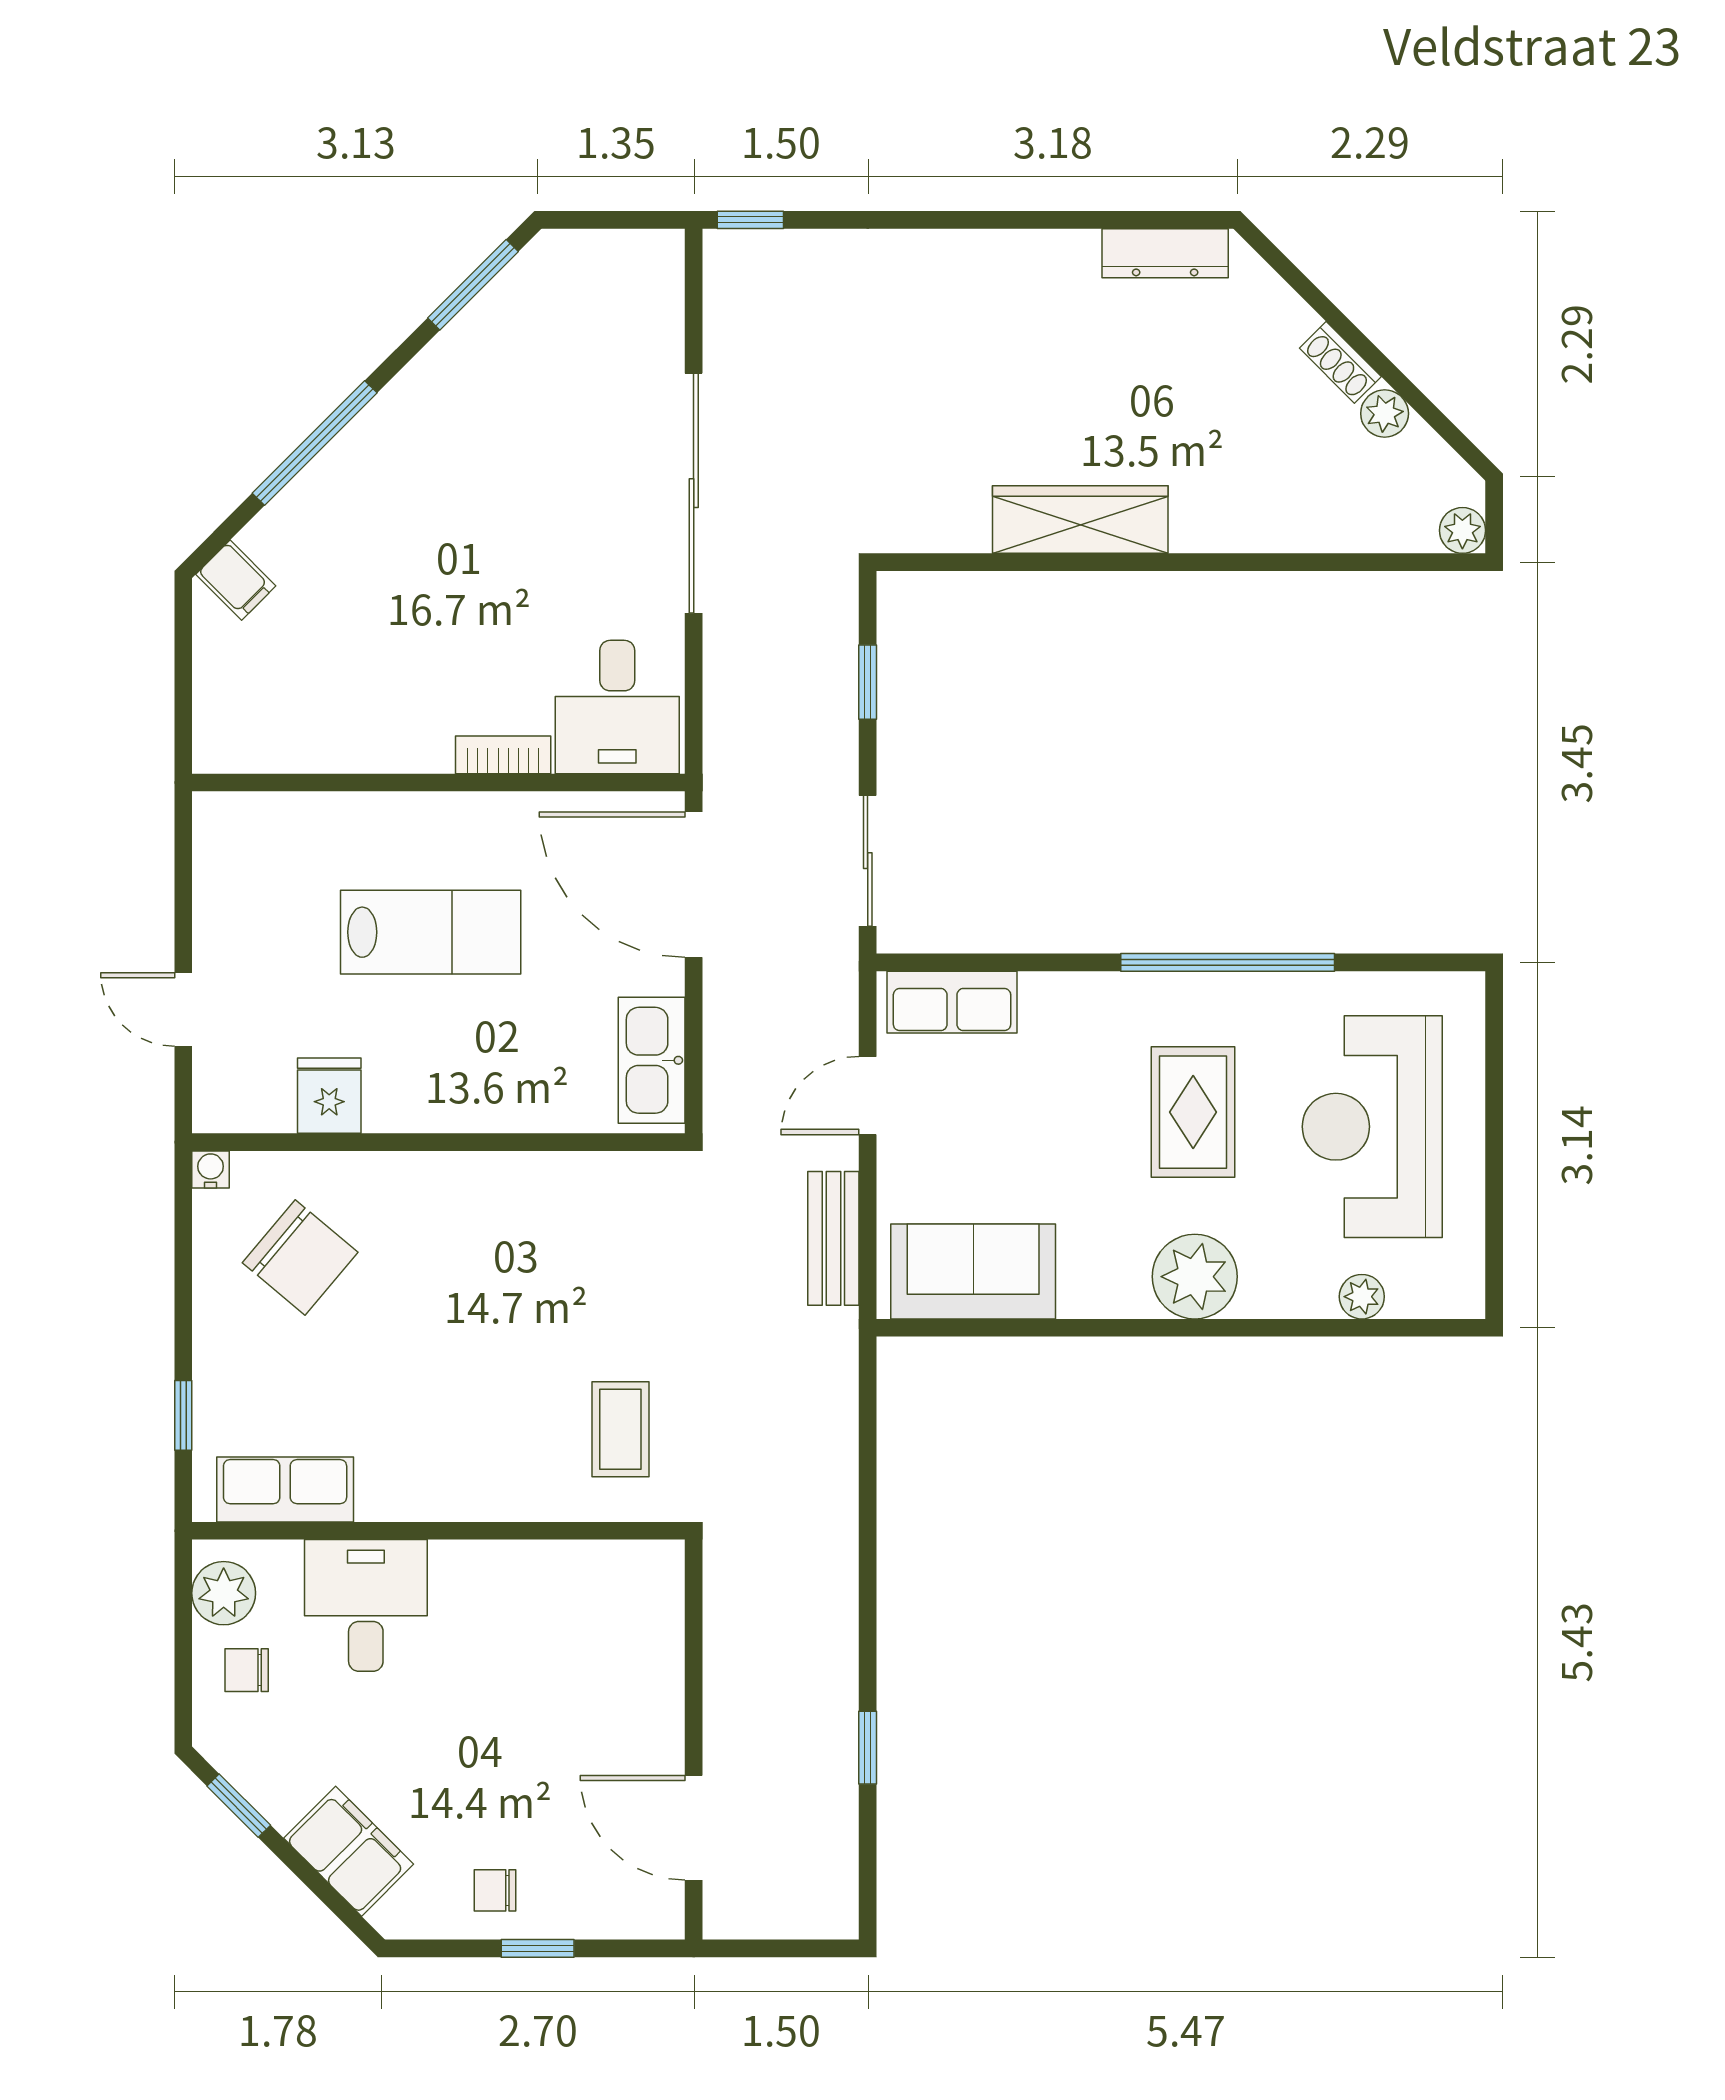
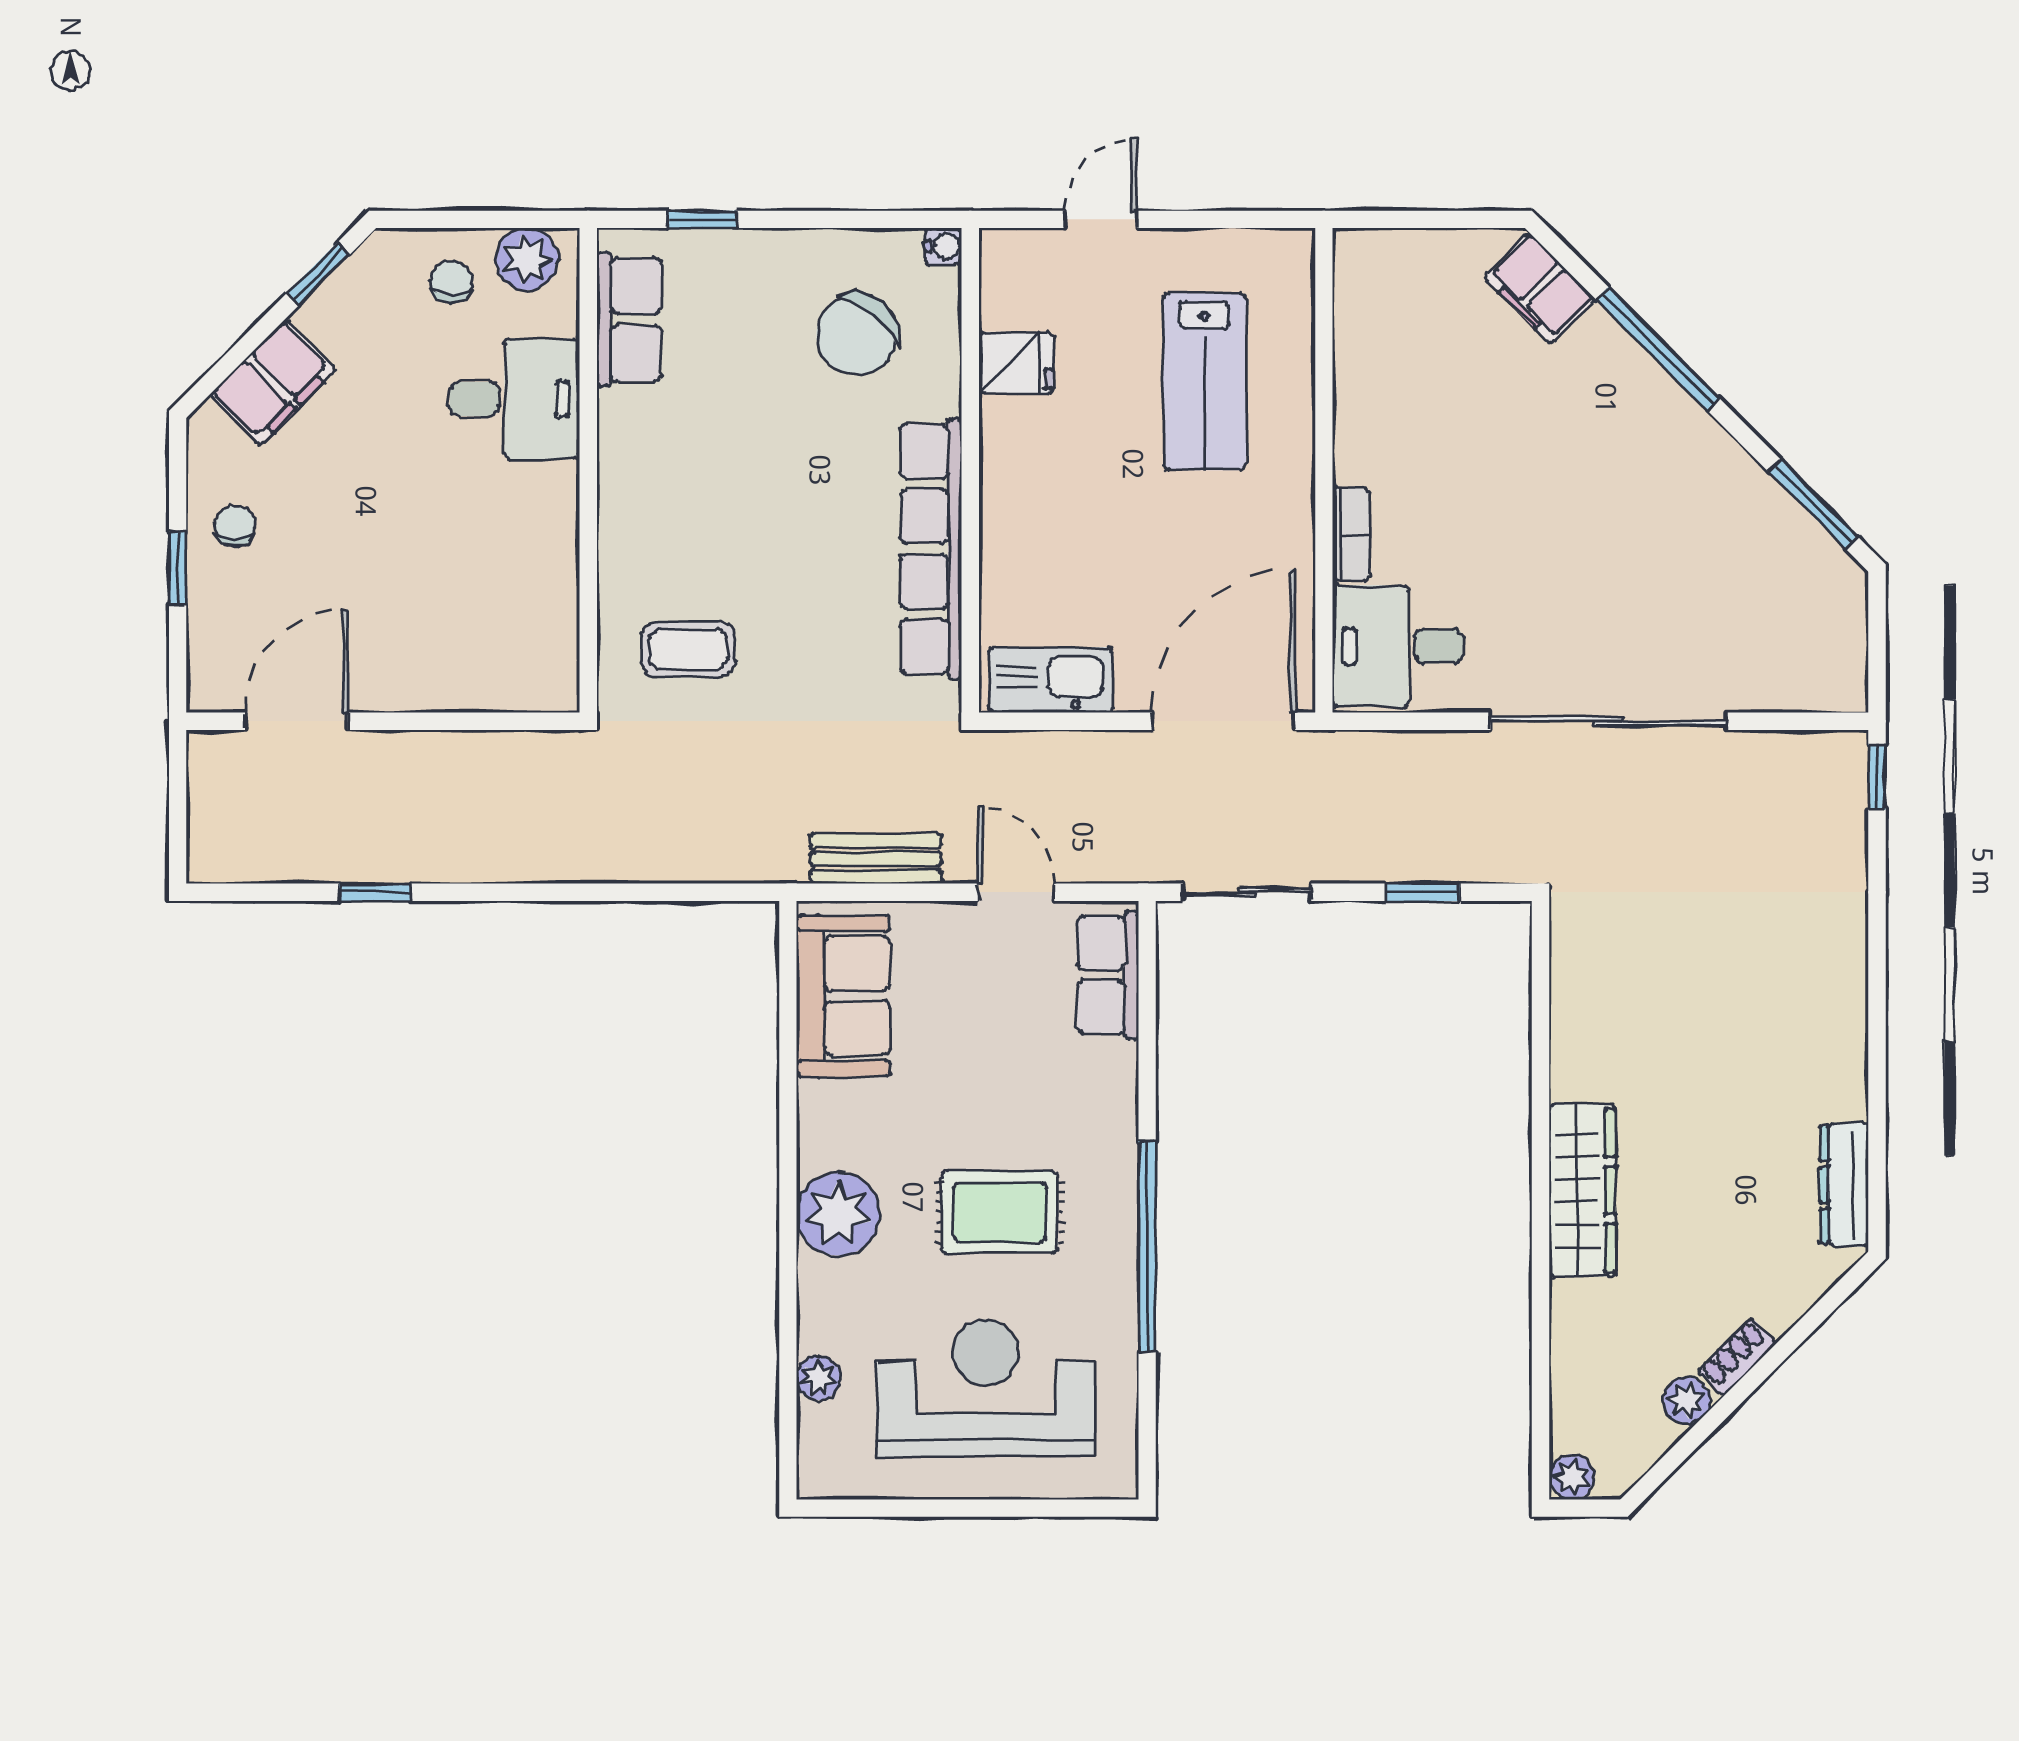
wardrobe: (1080, 519) -> (1582, 1190), moved
filing cabinet: (236, 580) -> (1540, 288), width x2.00
lab bench: (431, 932) -> (1204, 382), moved
row of seats: (518, 1182) -> (931, 549), added

